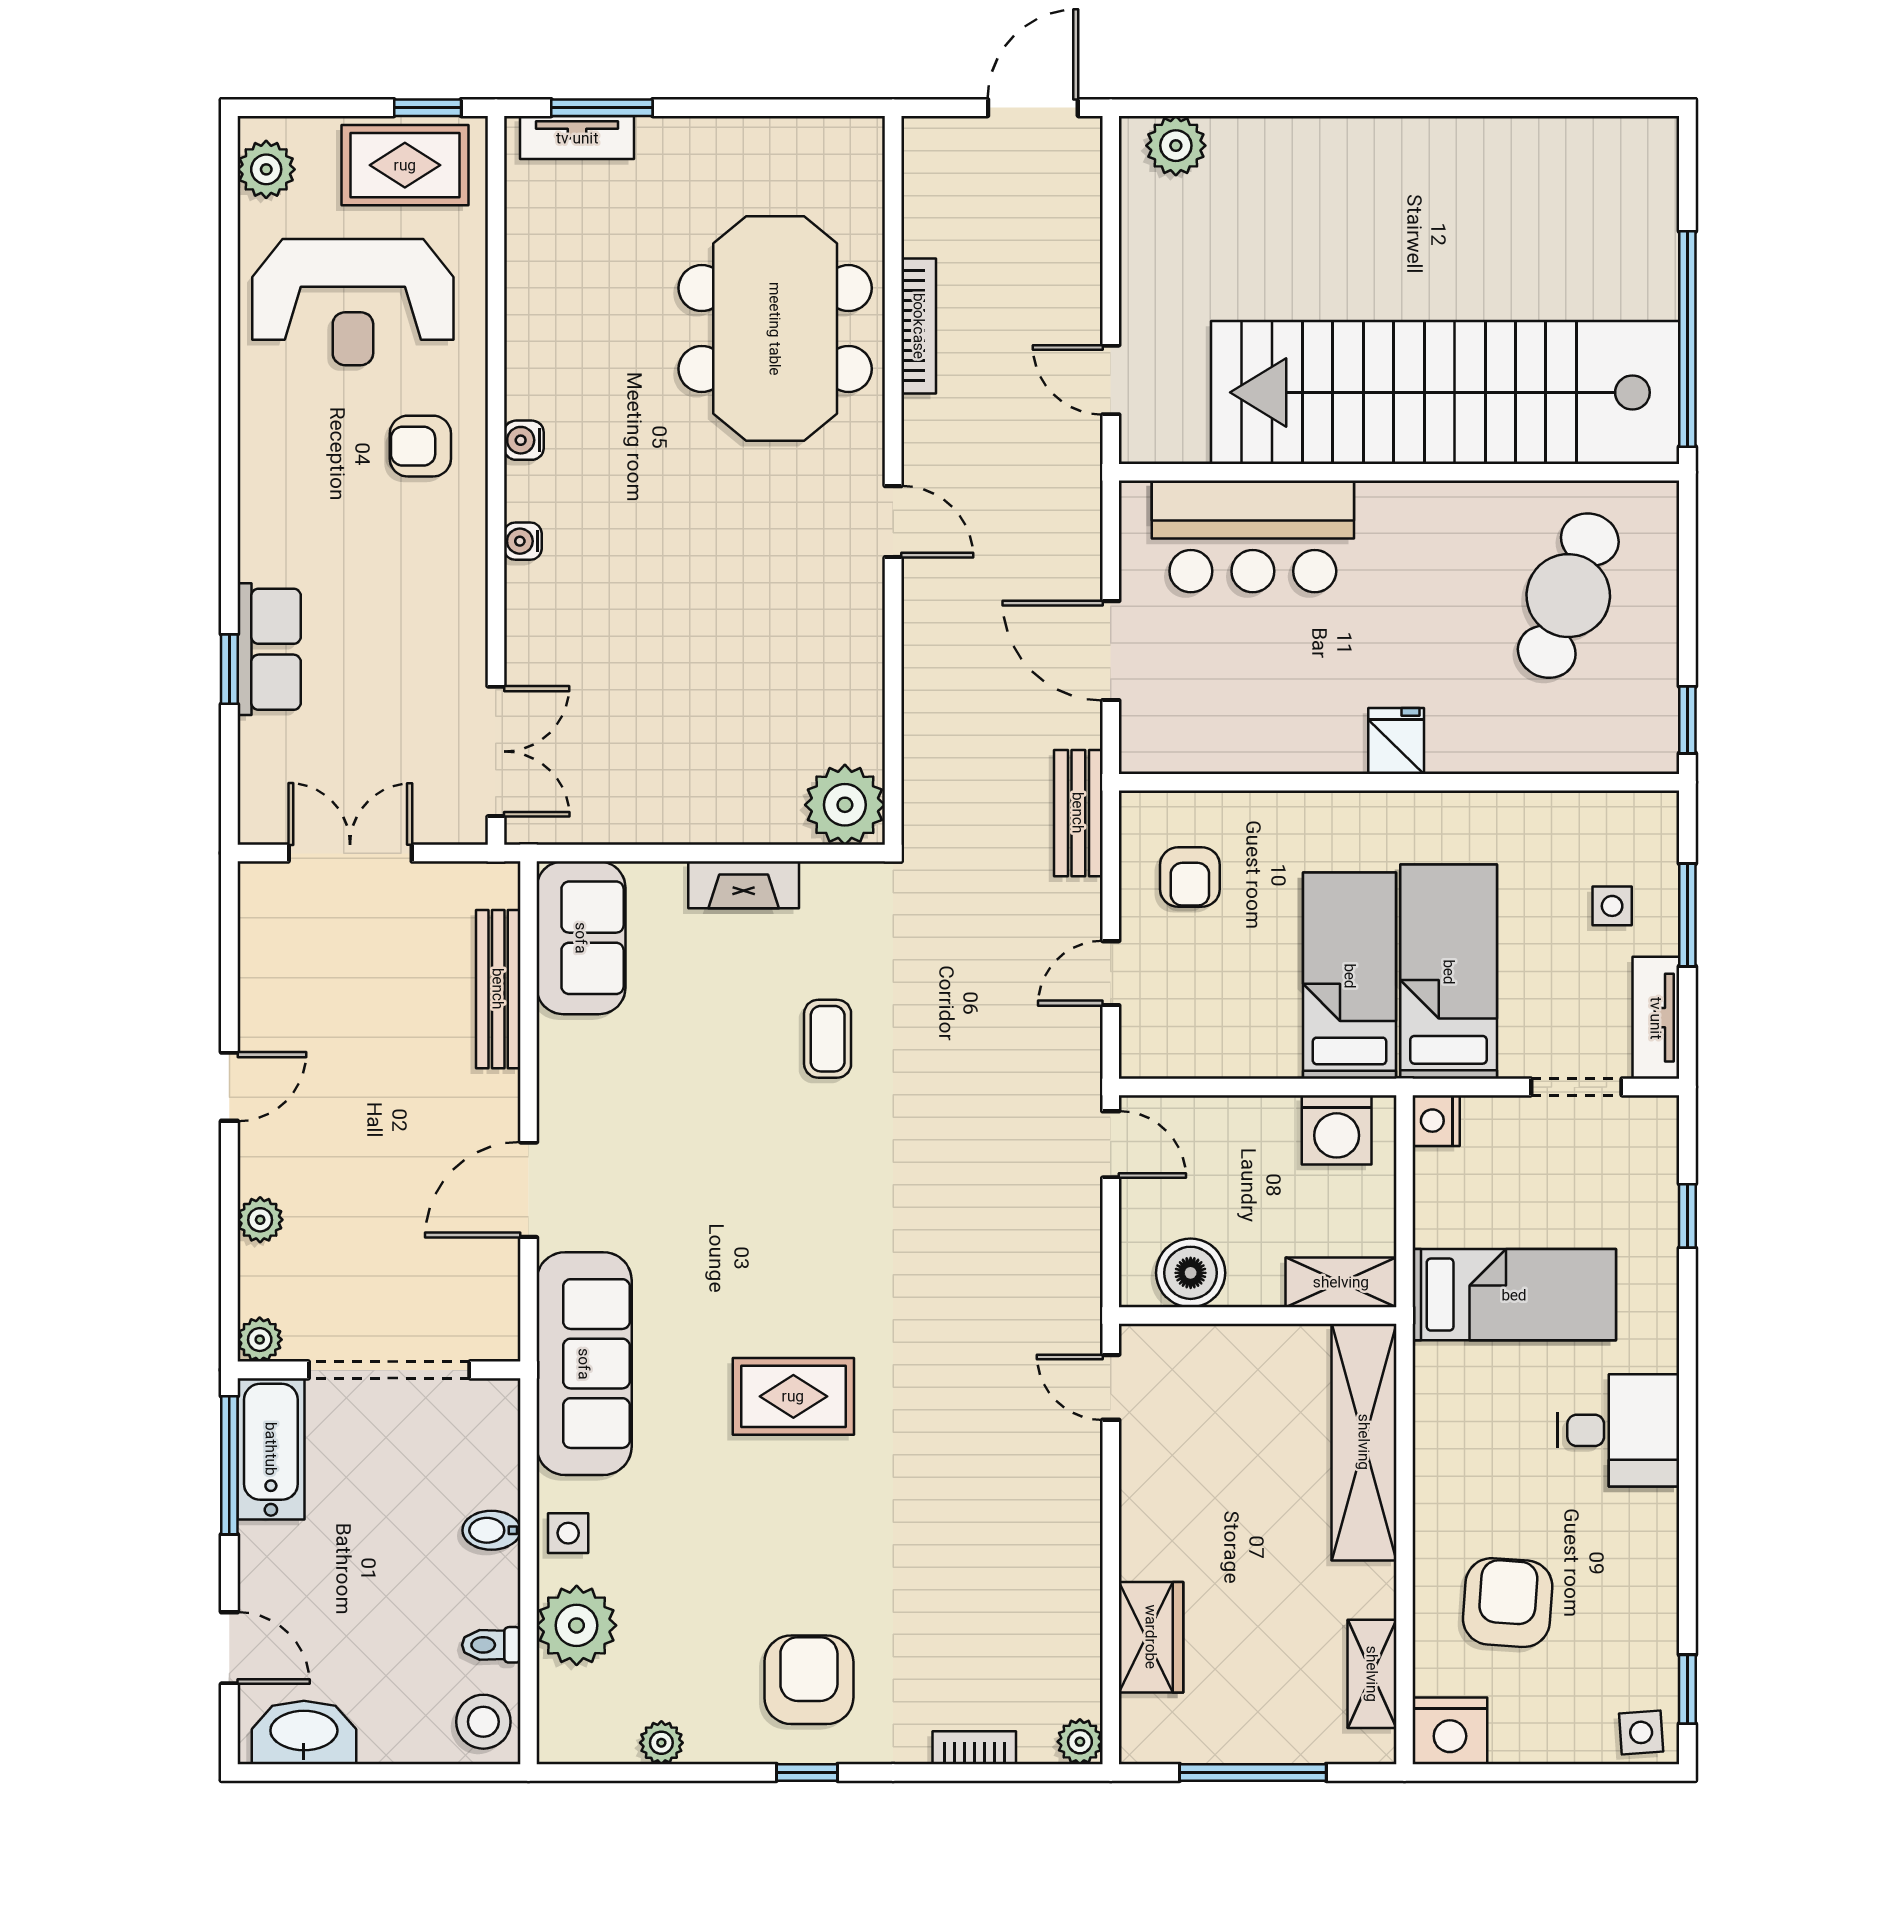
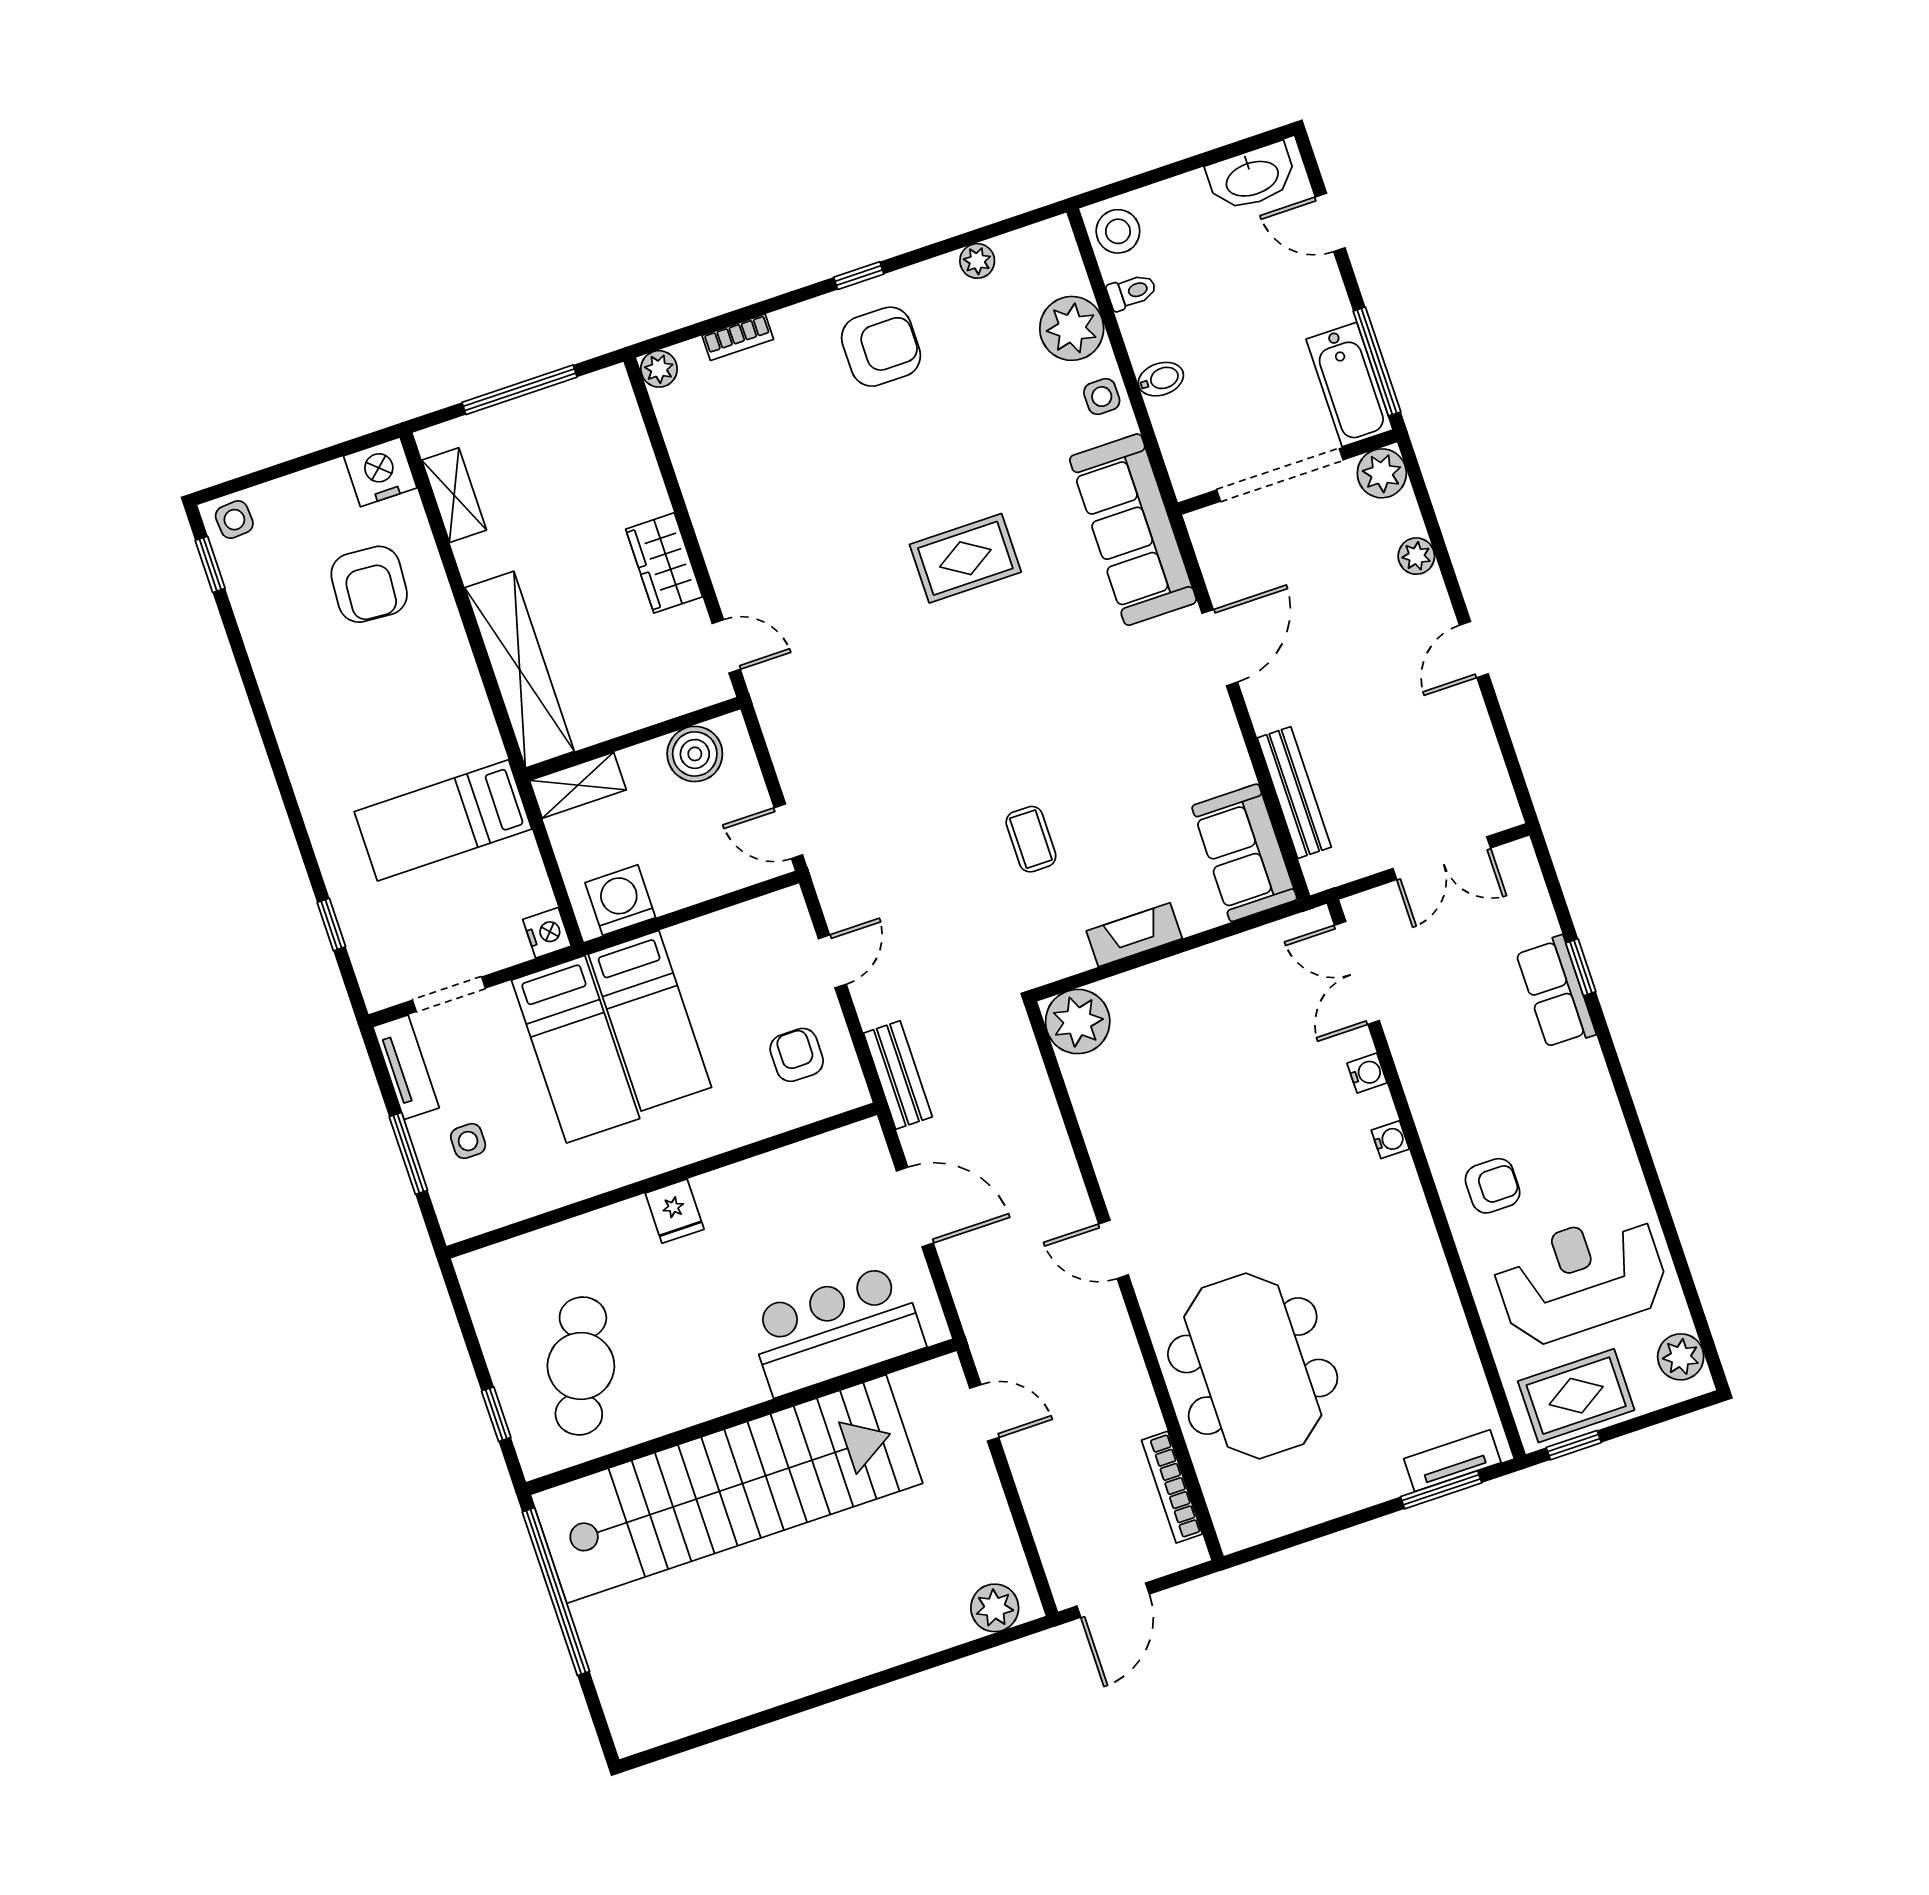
bookcase: (919, 326) -> (1172, 1487), moved
water cooler: (524, 440) -> (1367, 1073), moved
window: (1687, 720) -> (496, 1414), moved
plant: (260, 1340) -> (1382, 473), width x1.38, depth x1.38
desk: (1618, 1430) -> (329, 744), removed
wardrobe: (1151, 1637) -> (664, 563), moved
armchair: (809, 1680) -> (881, 347), turned -90

